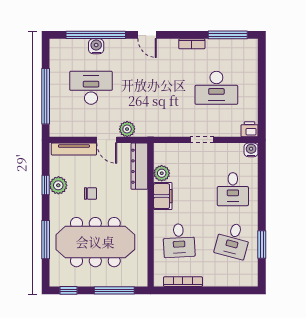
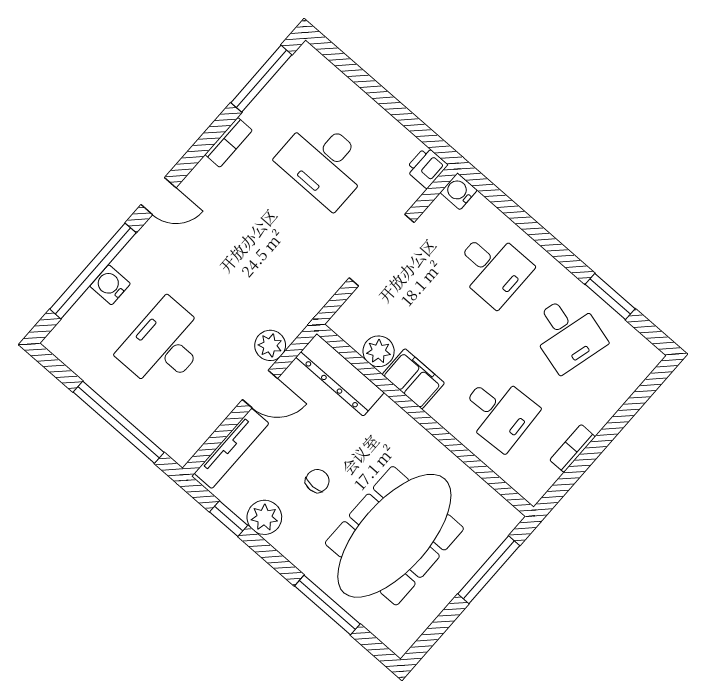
desk: (216, 88) -> (324, 163), turned 90
doorway: (202, 140) -> (382, 250), width x1.88
window: (46, 185) -> (229, 519), moved
bookcase: (183, 282) -> (573, 448), width x0.64
window: (68, 290) -> (430, 636), removed

